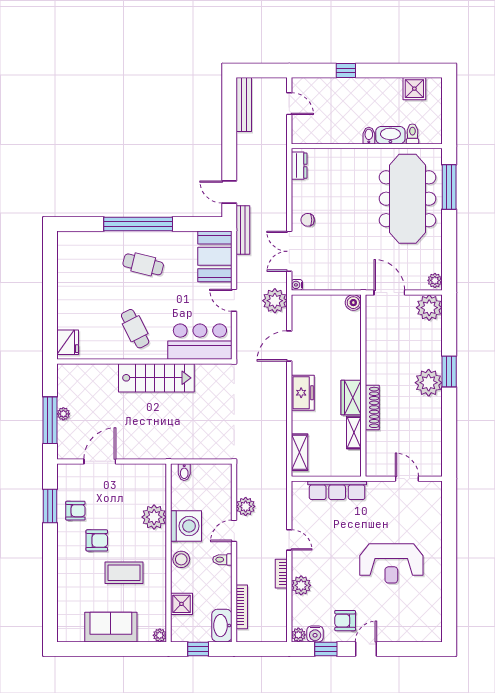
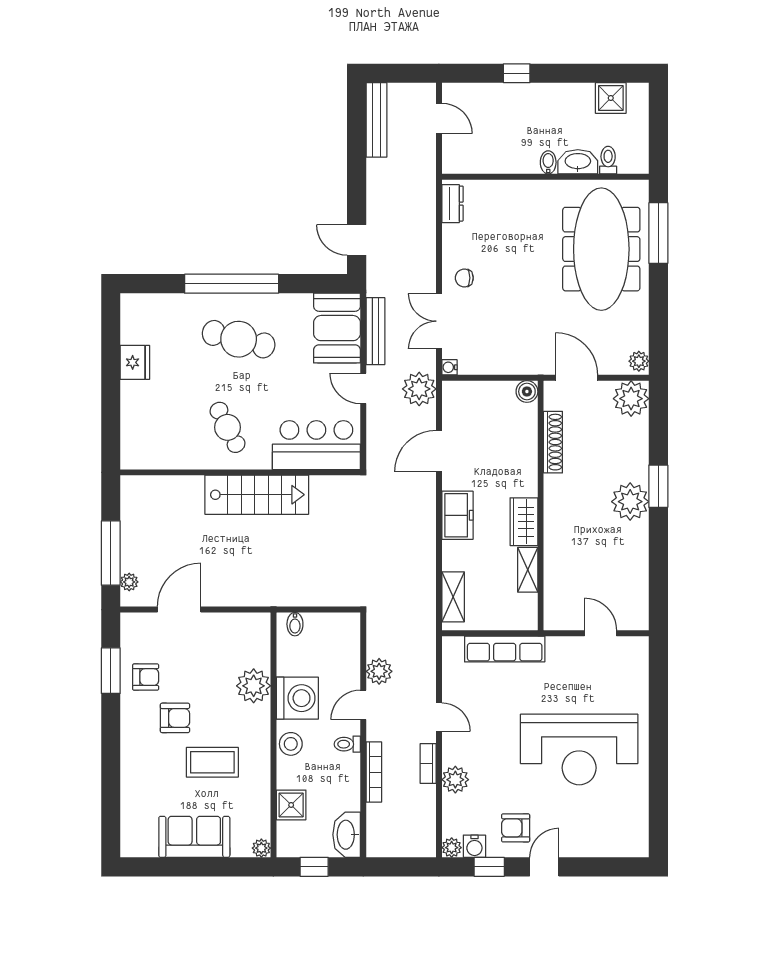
bench: (243, 230) -> (375, 331), moved
cafe table: (143, 264) -> (239, 339), width x1.37, depth x1.35
fridge: (68, 342) -> (135, 362), moved
shoe rack: (372, 407) -> (553, 442), moved
plant: (63, 414) -> (129, 582), moved
reception desk: (391, 563) -> (579, 749), width x1.36, depth x1.30
bookcase: (242, 607) -> (374, 772), moved

